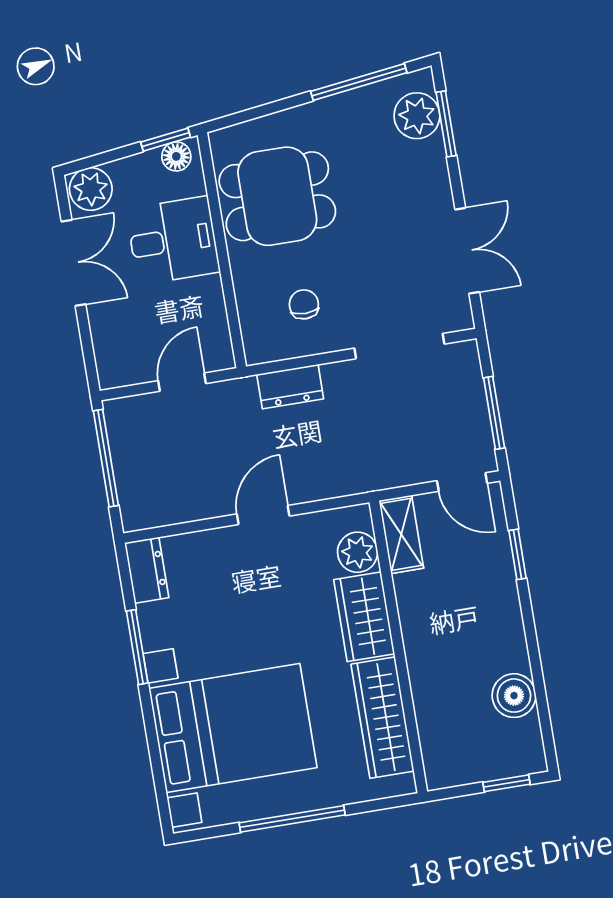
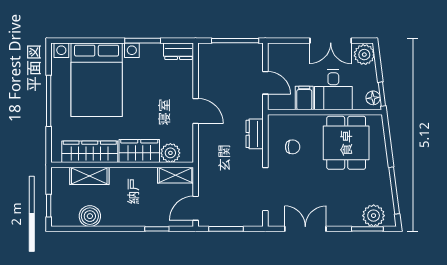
double door: (467, 251) -> (305, 229), swing flipped
filing cabinet: (200, 297) -> (304, 98), added
shelving: (432, 710) -> (89, 176), added

